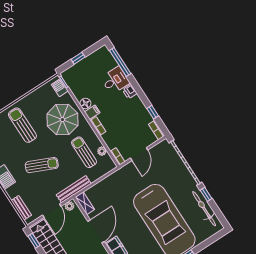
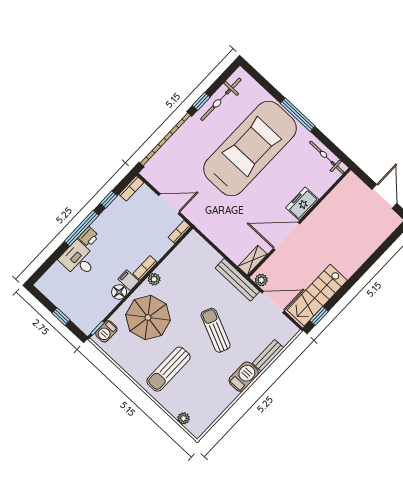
window: (120, 62) -> (81, 228), moved
plant: (102, 151) -> (154, 279), moved
sun lounger: (84, 152) -> (185, 278), removed
bench: (21, 208) -> (268, 355), moved

